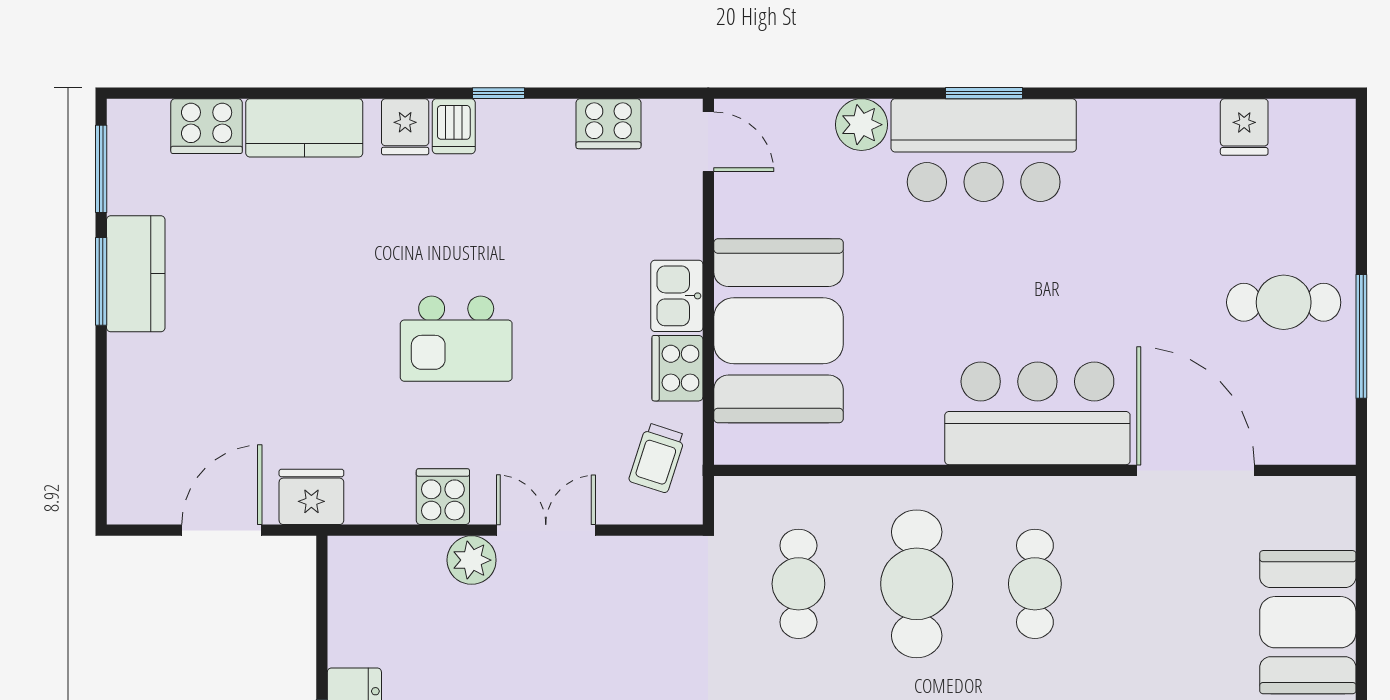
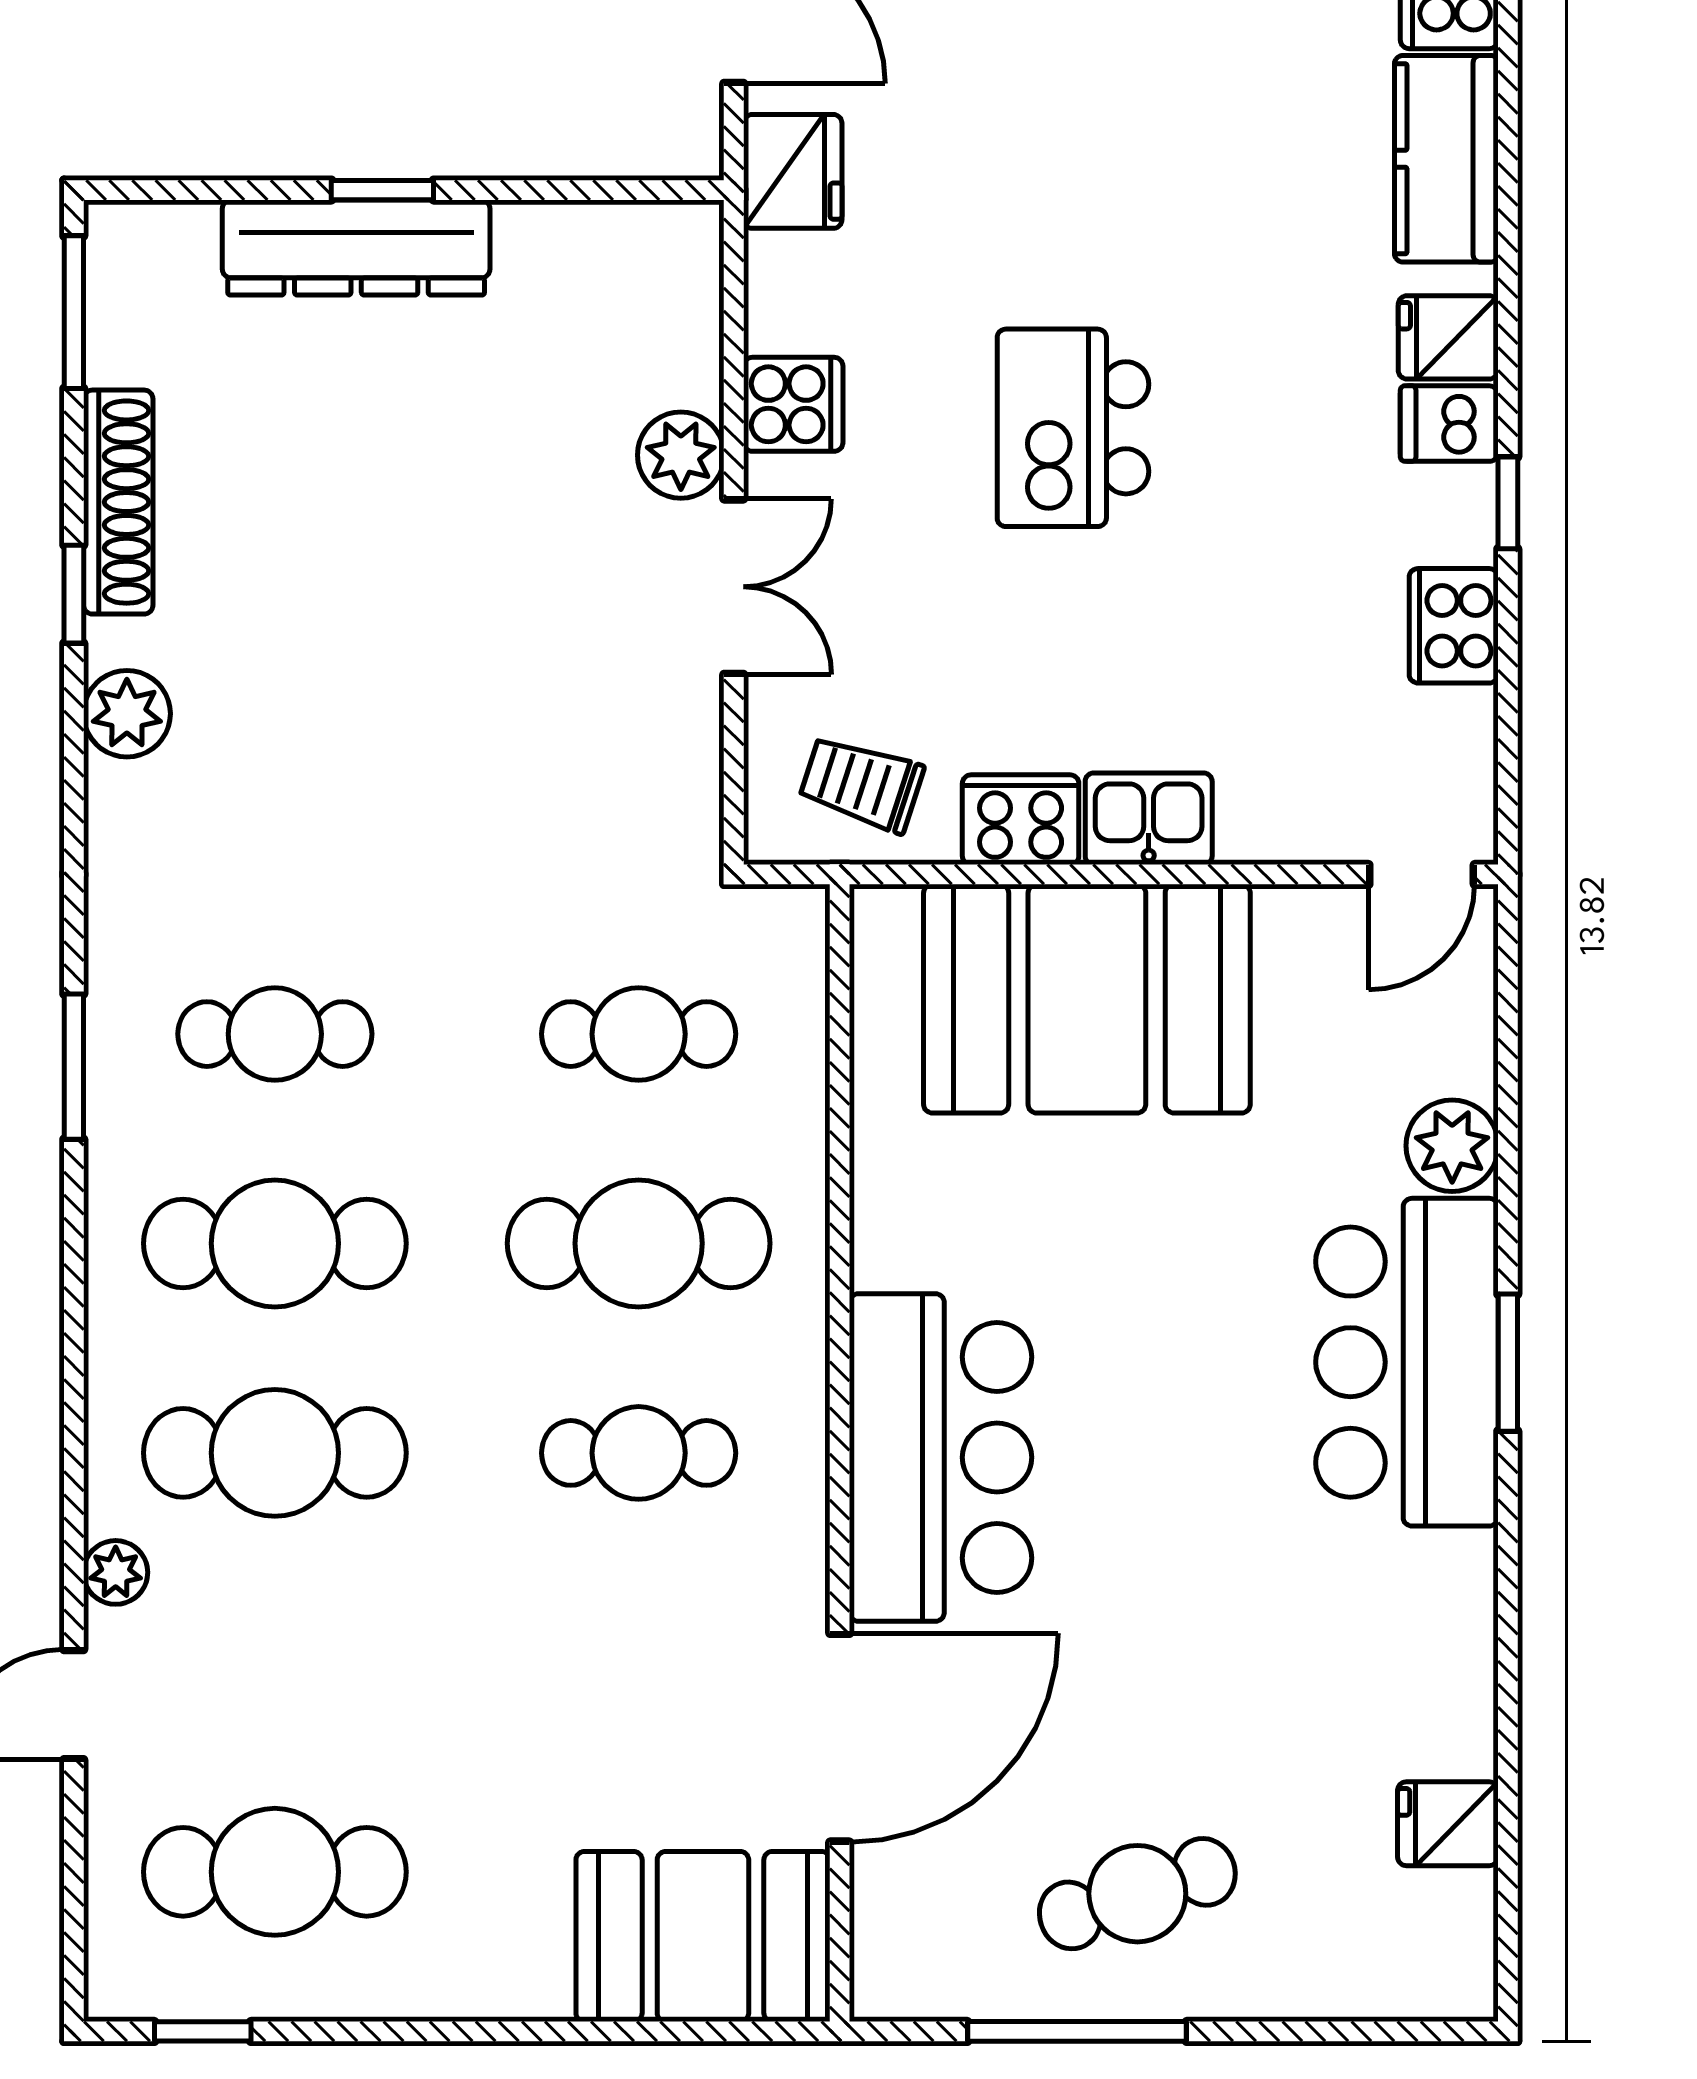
cooker: (608, 124) -> (1454, 626), moved
cafe table: (1284, 302) -> (1137, 1894), turned 72
booth: (1308, 622) -> (703, 1936), moved

